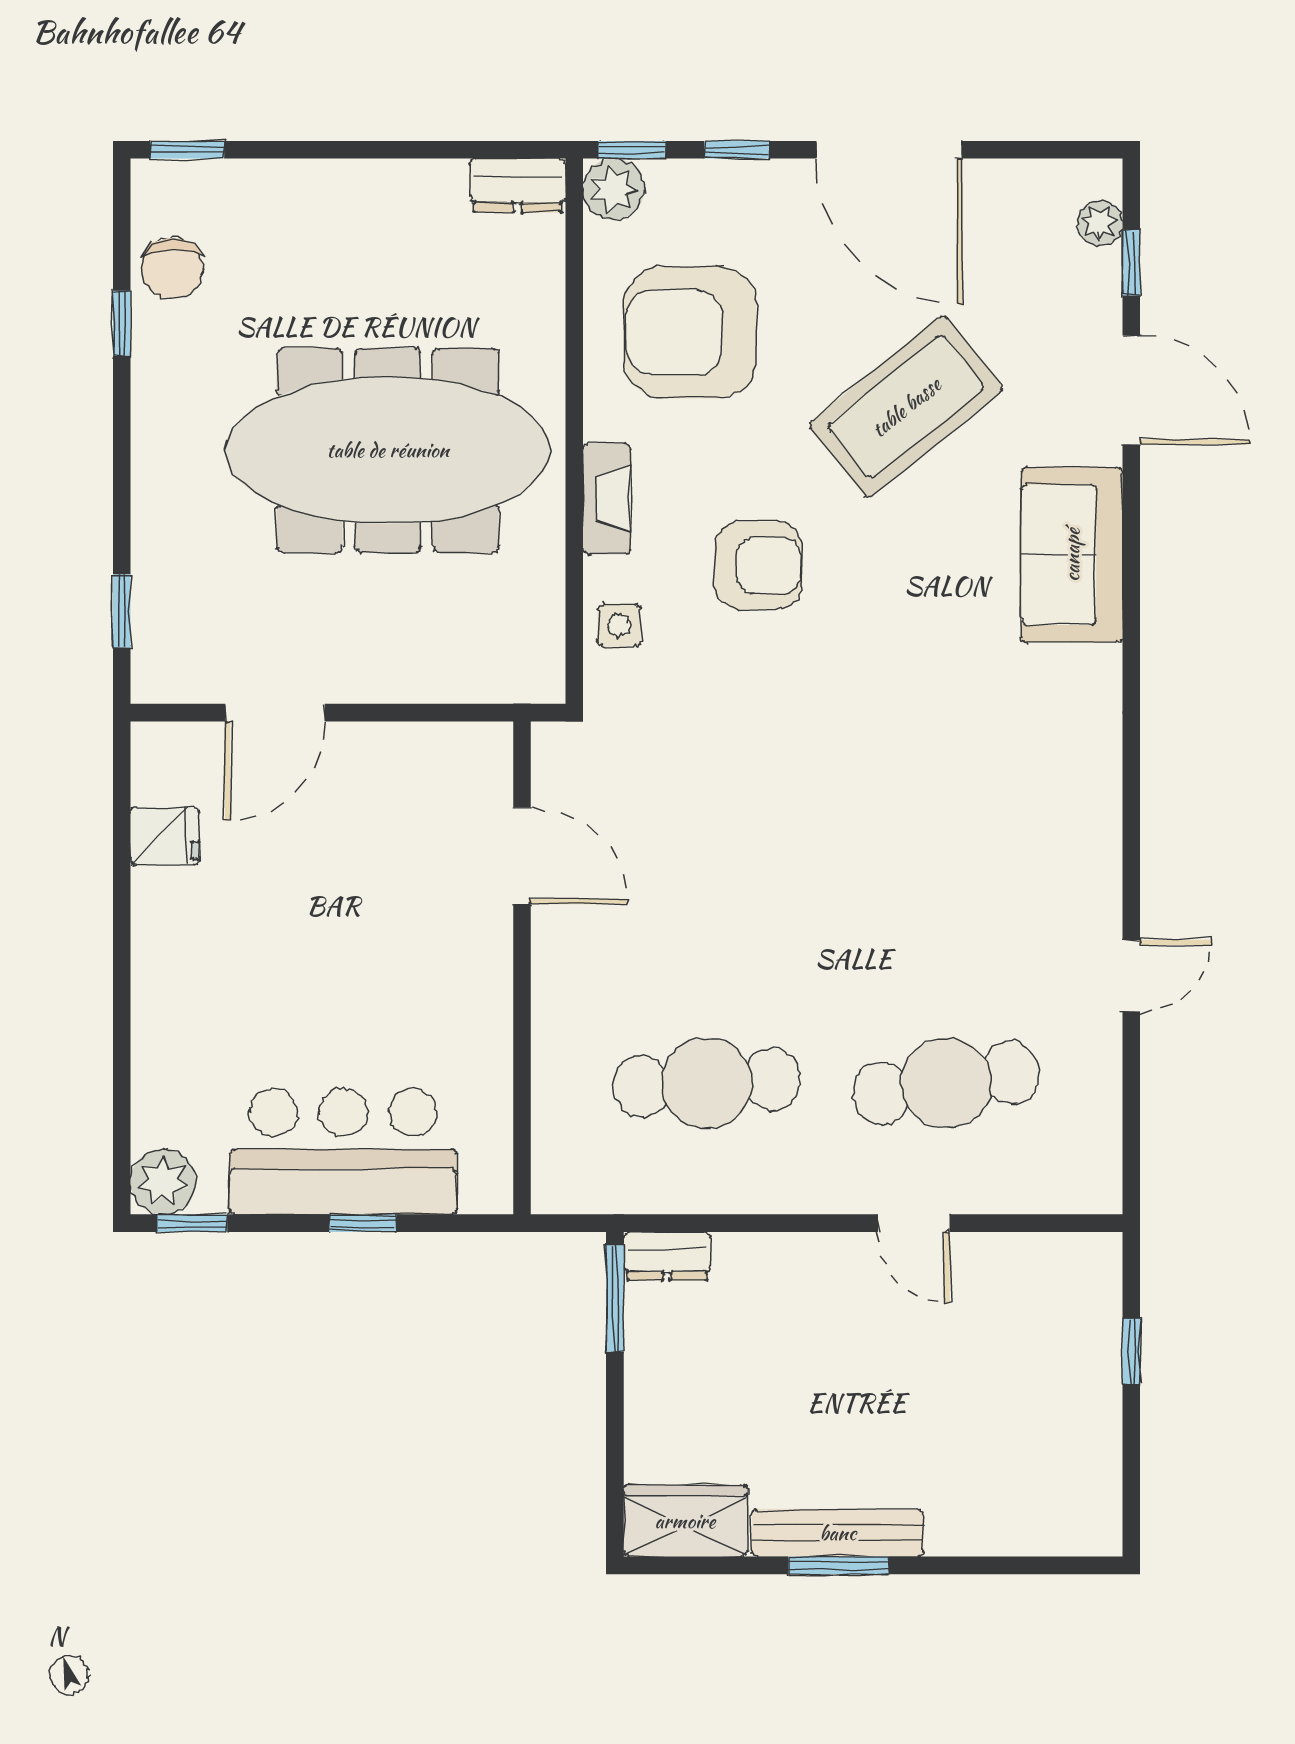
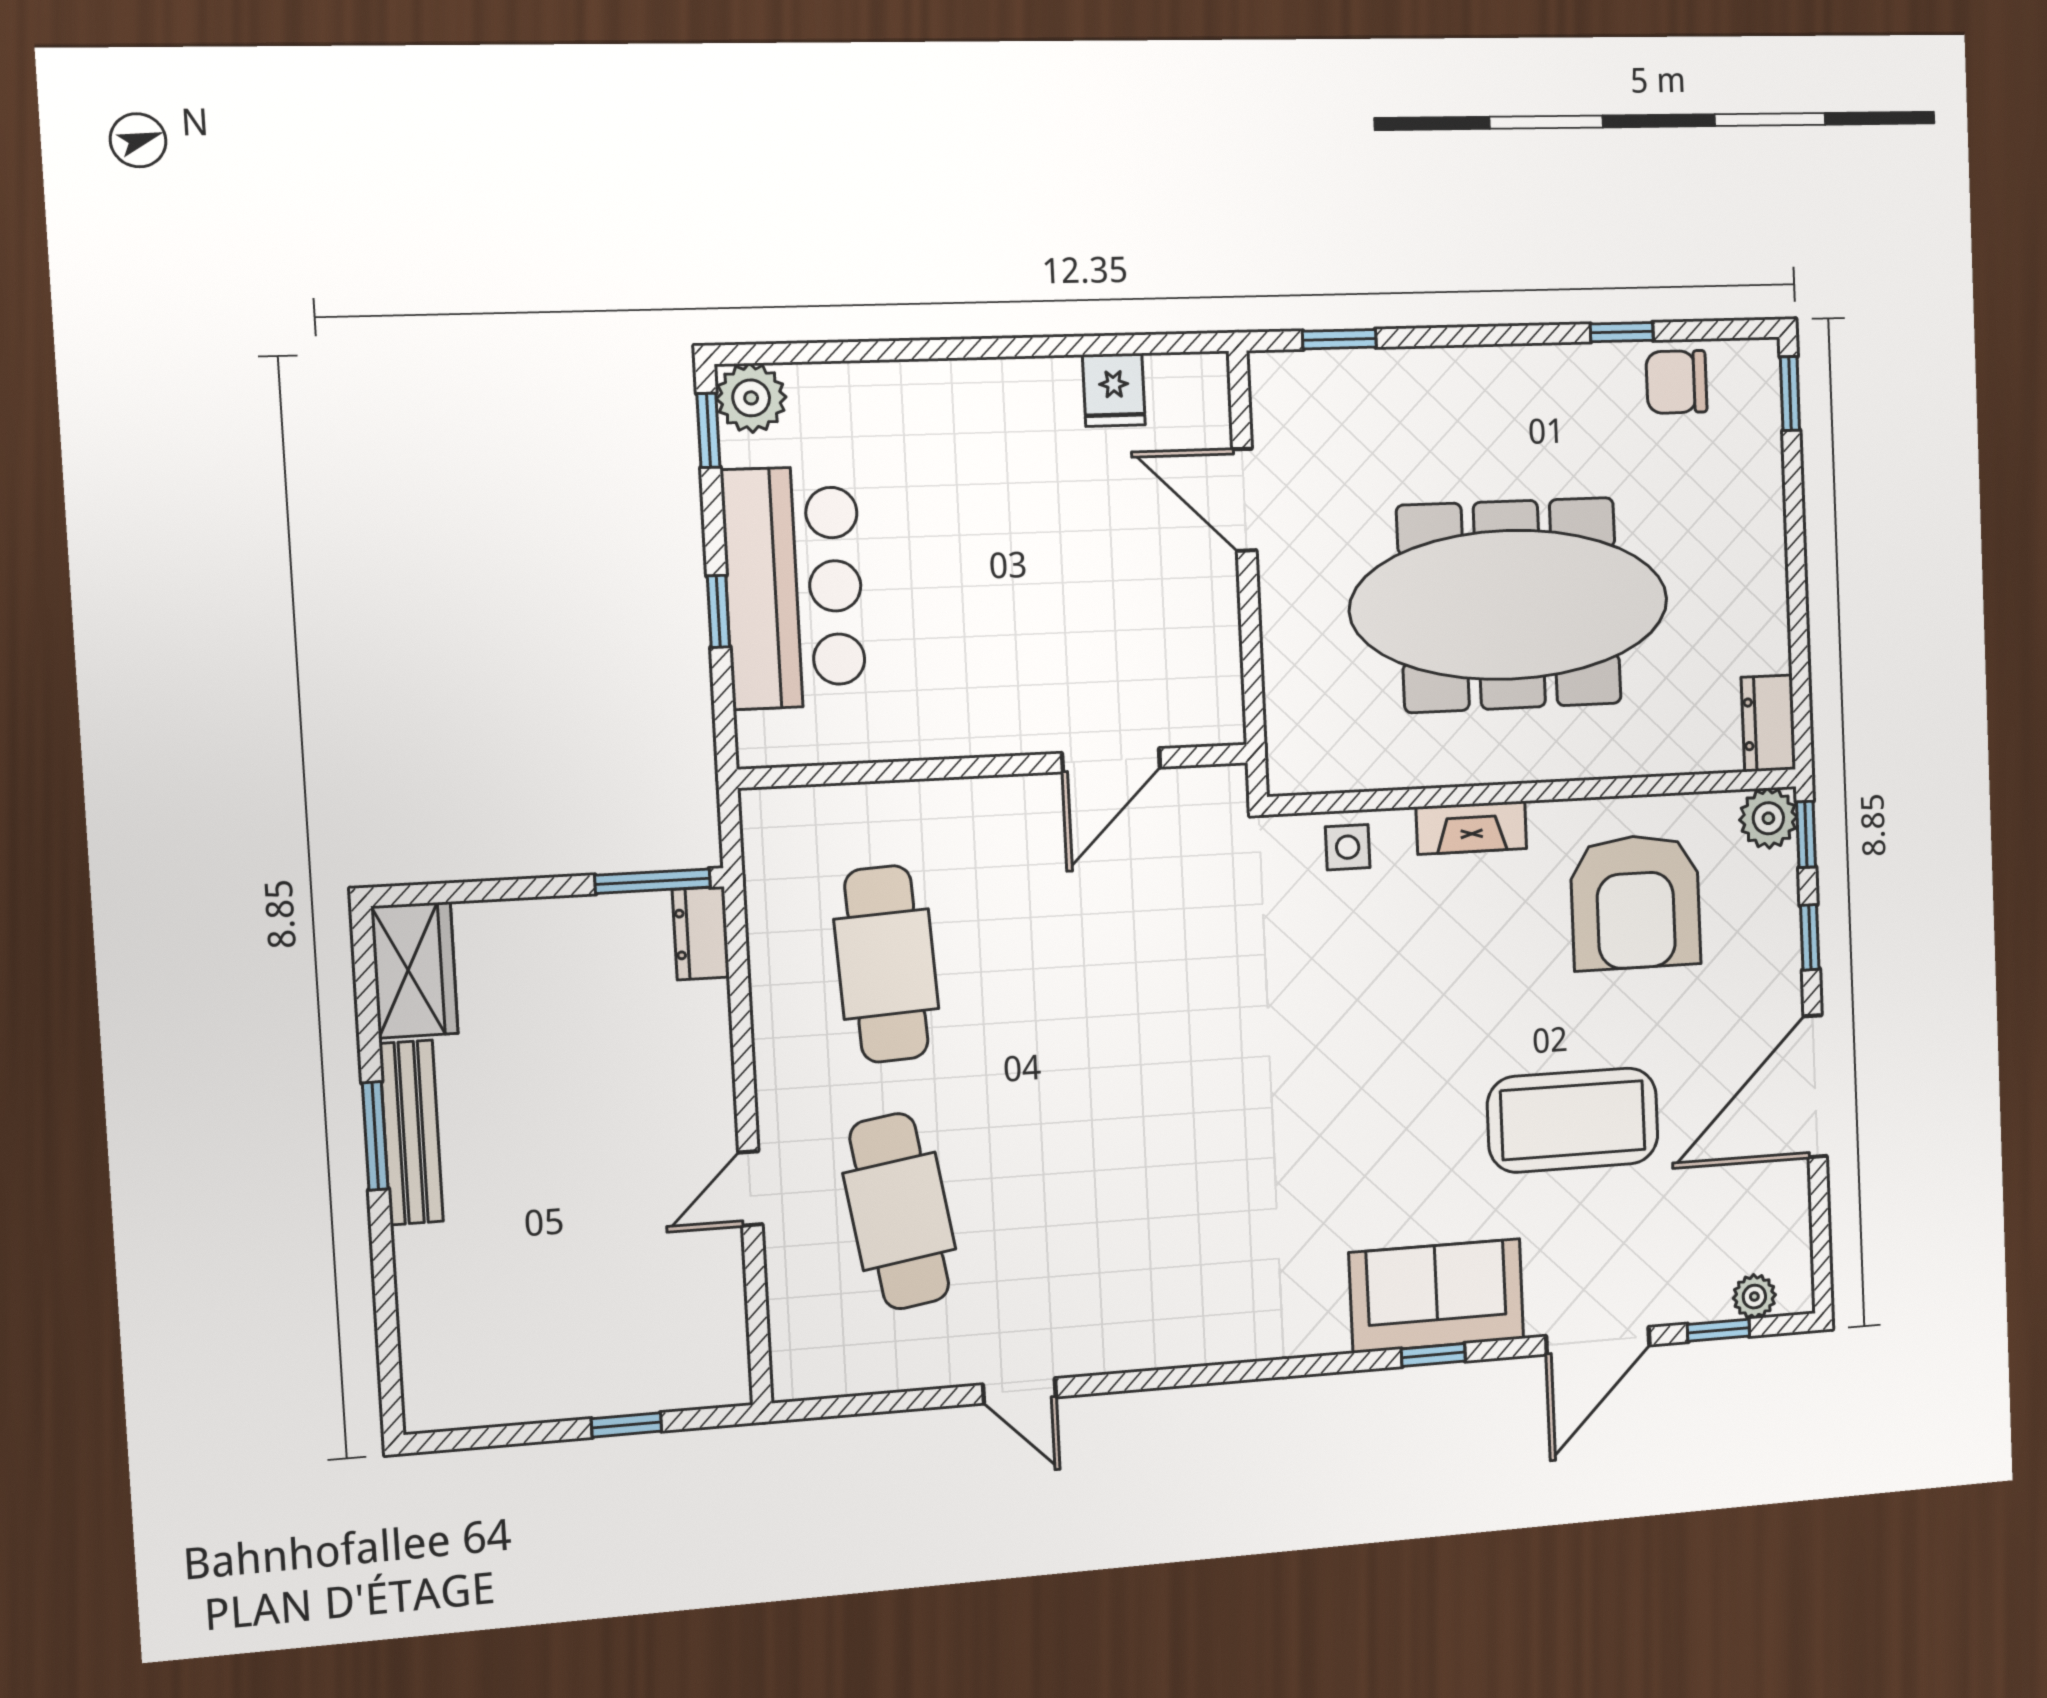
armchair: (690, 332) -> (1636, 902), turned 180
coffee table: (906, 407) -> (1573, 1120), turned -51
meeting table: (388, 450) -> (1509, 605), turned 90
window: (1131, 561) -> (1433, 1355), added
armchair: (758, 566) -> (1413, 984), removed

